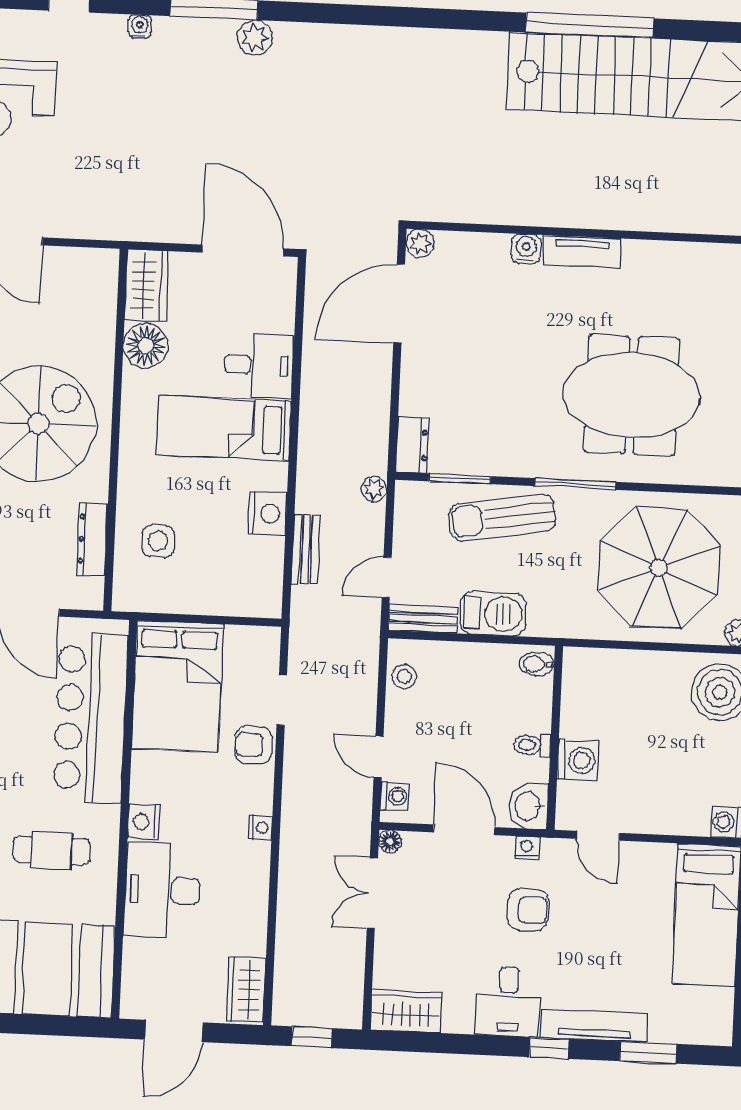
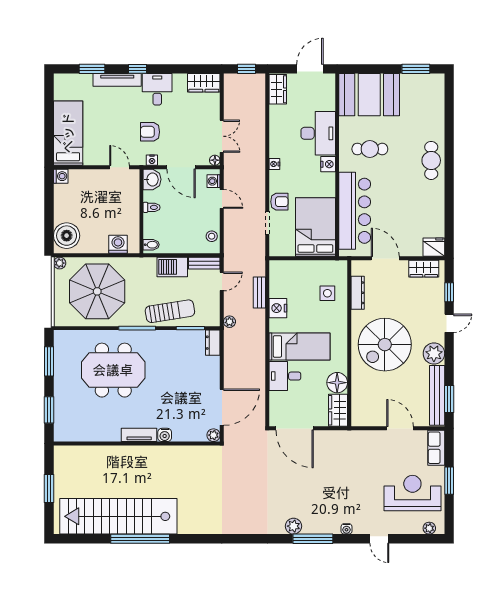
washing machine: (578, 760) -> (118, 244), moved, turned 90

